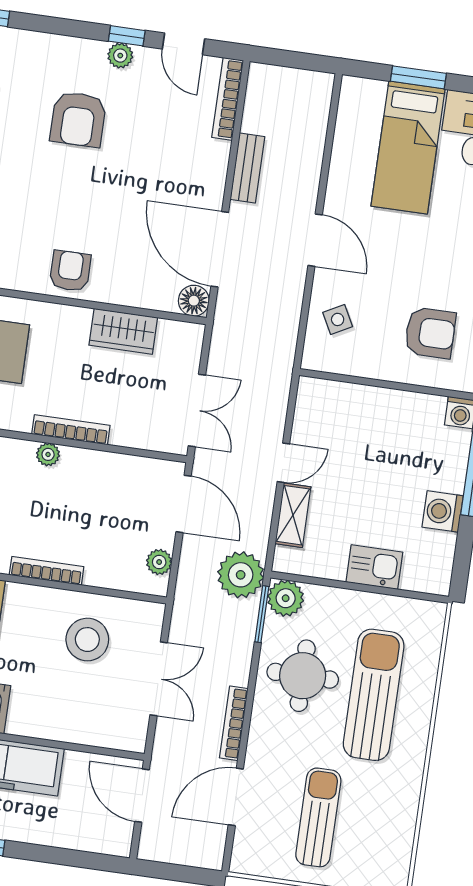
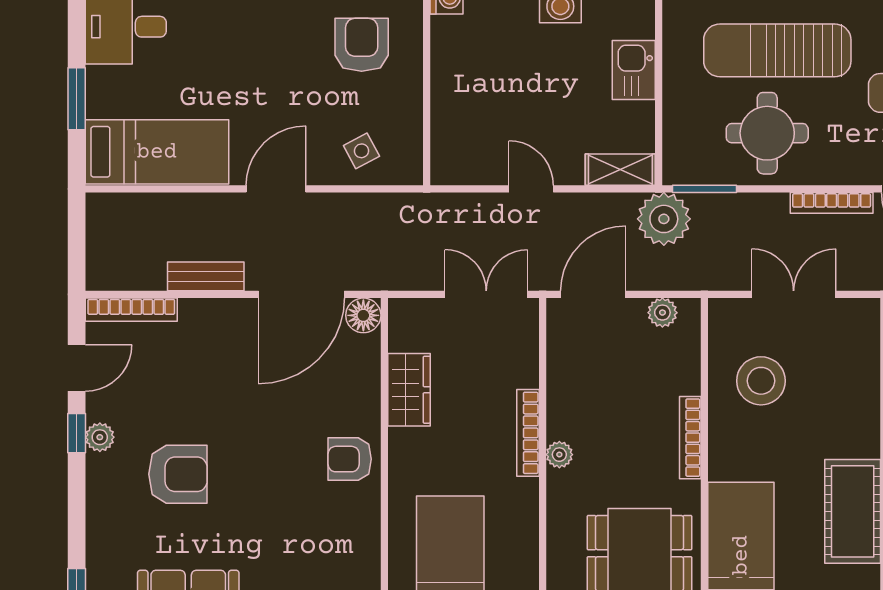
bed: (408, 148) -> (157, 152), moved
shelving: (293, 515) -> (620, 170), moved
plant: (286, 598) -> (683, 165), removed

